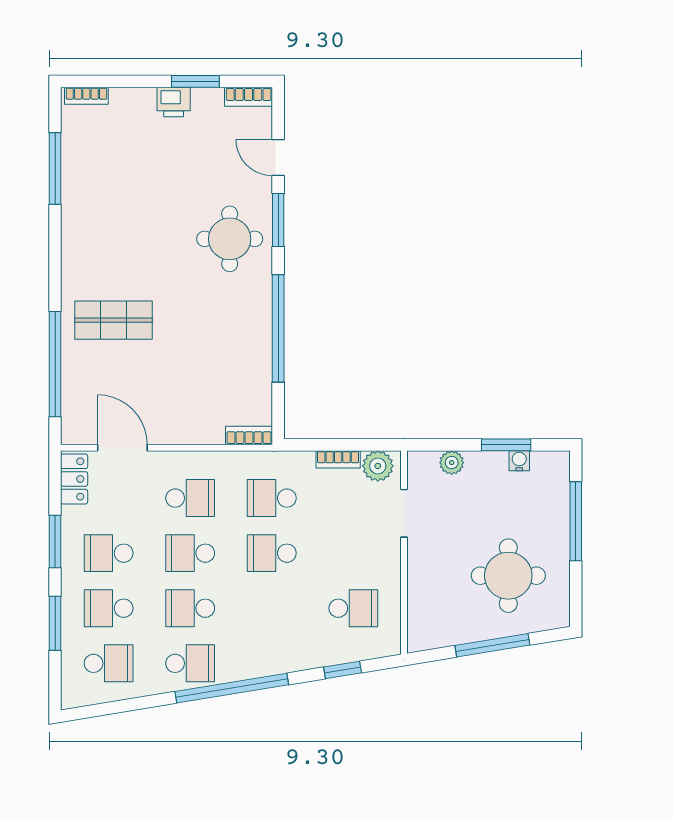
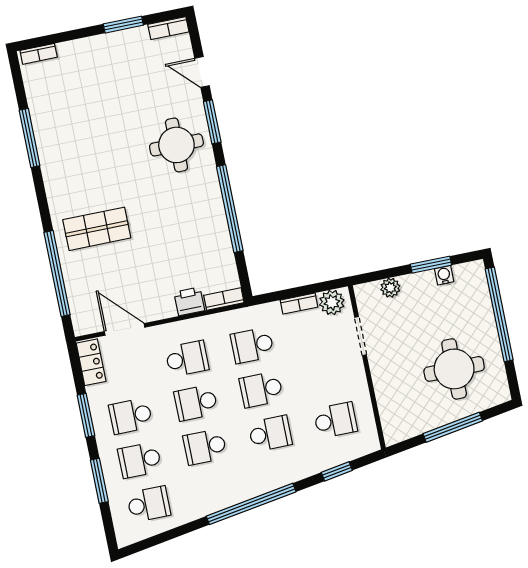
printer: (174, 102) -> (189, 301), moved, turned 180
window: (55, 168) -> (30, 138), moved
window: (576, 521) -> (499, 314), width x1.46
school desk: (190, 663) -> (270, 433), moved

